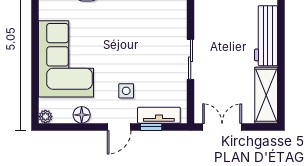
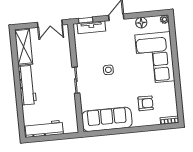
sliding door: (191, 59) -> (76, 80), moved
side table: (126, 91) -> (108, 70), moved
window: (151, 127) -> (86, 20), moved

